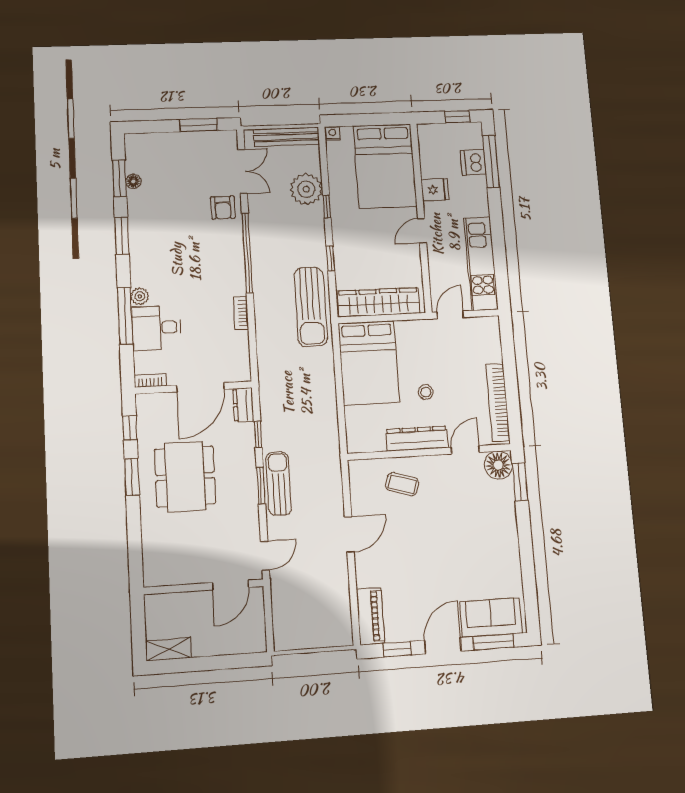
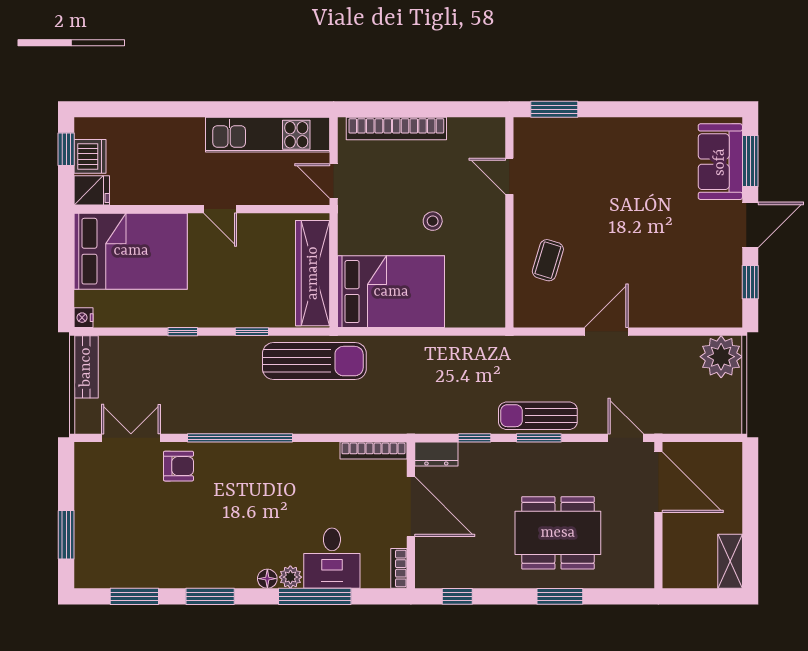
window: (199, 125) -> (66, 535), moved
bench: (286, 137) -> (86, 367), width x0.73
window: (491, 161) -> (130, 109), removed
dishwasher: (473, 162) -> (90, 156), moved, turned -90
floor lamp: (133, 181) -> (267, 579), moved
plant: (306, 189) -> (721, 357), moved
fridge: (435, 190) -> (92, 190), moved, turned 90
bookcase: (241, 313) -> (373, 451), moved, width x1.56
bookcase: (498, 402) -> (396, 129), moved
dresser: (417, 439) -> (491, 237), removed
floor lamp: (498, 465) -> (531, 135), removed
dining table: (185, 476) -> (558, 533), moved
window: (132, 477) -> (560, 596), moved
door: (349, 534) -> (606, 332), hinge flipped
door: (230, 585) -> (658, 482), width x1.36
piano: (370, 616) -> (708, 312), removed
door: (443, 646) -> (750, 225), swing flipped

